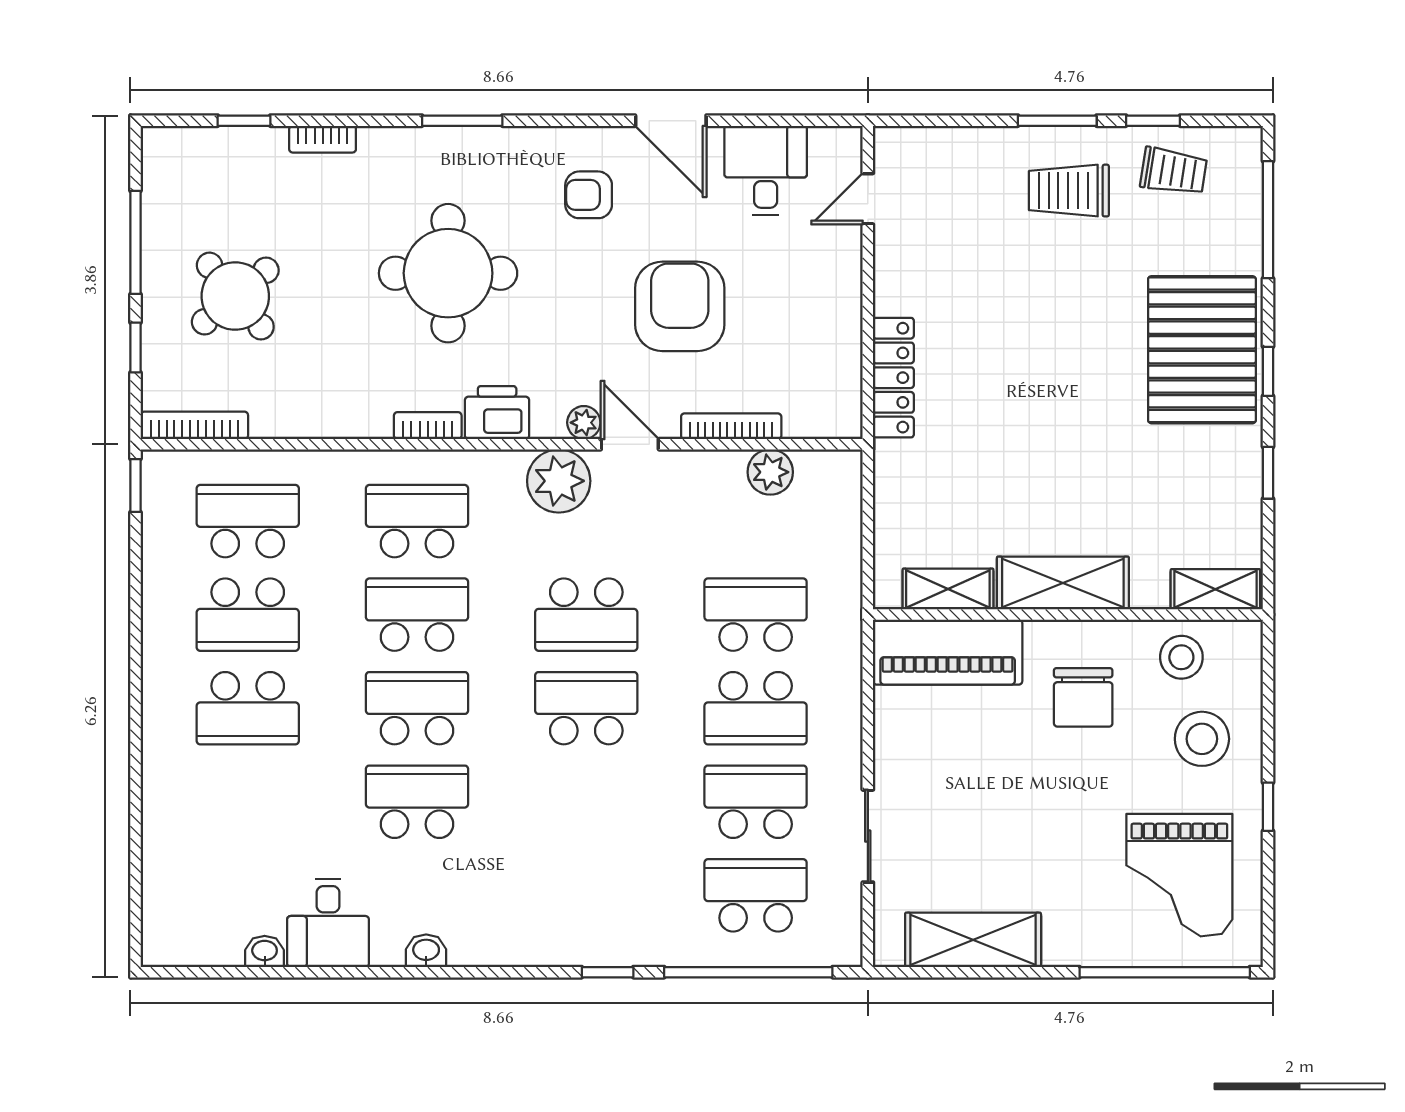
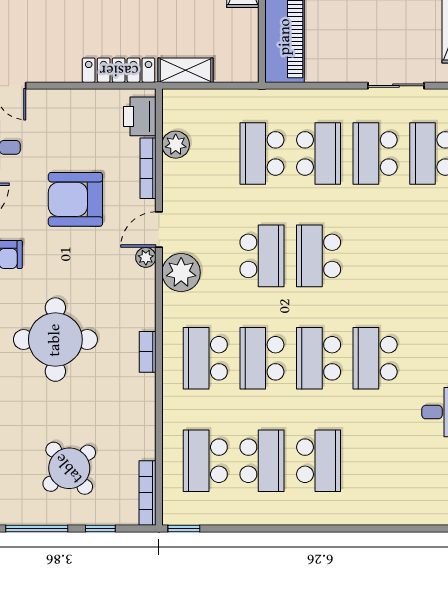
printer: (497, 413) -> (140, 116), moved
shelving: (948, 589) -> (185, 70), moved, turned 90

